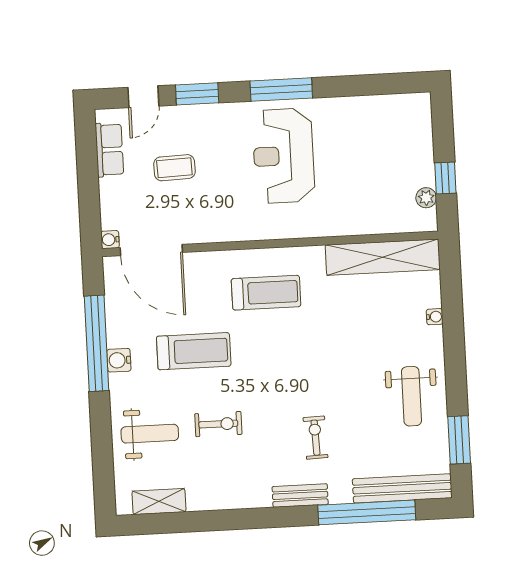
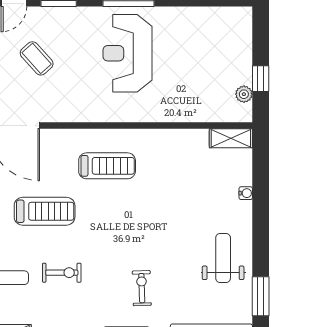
coffee table: (174, 168) -> (37, 58), turned 50
shelving: (383, 257) -> (231, 138), width x0.45, depth x0.75
weight bench: (411, 396) -> (223, 258), turned 180

